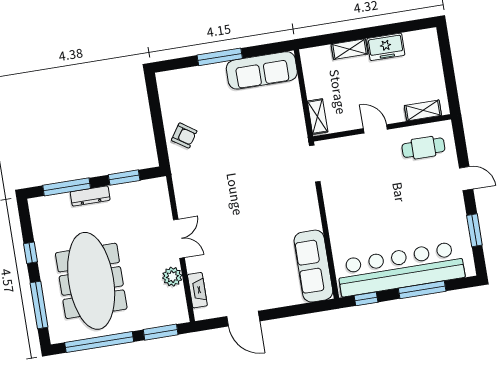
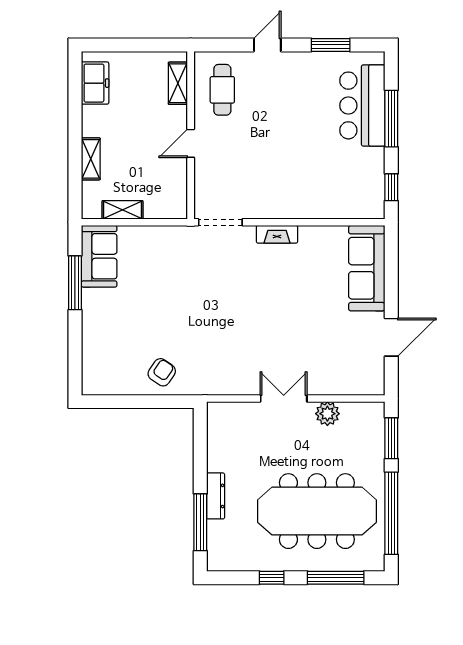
freezer: (386, 47) -> (95, 83), moved
window: (220, 57) -> (75, 283), moved
sofa: (262, 70) -> (99, 256), width x0.73
shelving: (318, 117) -> (122, 210), moved
window: (124, 178) -> (200, 452), removed
sofa: (313, 266) -> (367, 268), moved, turned 90
bar counter: (401, 269) -> (362, 105), width x0.54
fireplace: (197, 290) -> (277, 234), moved, turned 180

